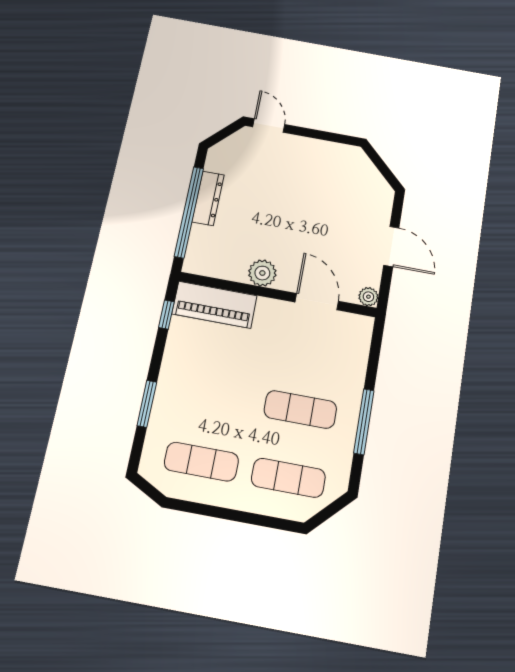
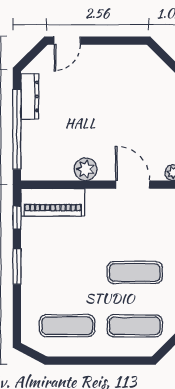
door: (269, 126) -> (67, 41), swing flipped
dresser: (208, 198) -> (30, 96), moved
window: (147, 404) -> (17, 266), moved

